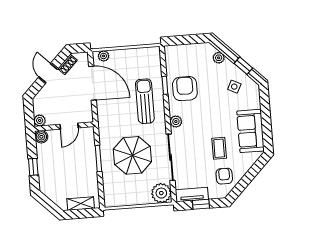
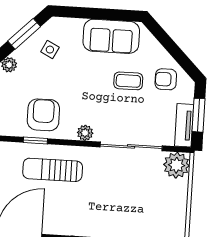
window: (243, 66) -> (24, 34), width x1.50
armchair: (185, 89) -> (43, 115), turned 90
parasol: (132, 155) -> (122, 196), removed
window: (201, 204) -> (199, 115), width x1.50

